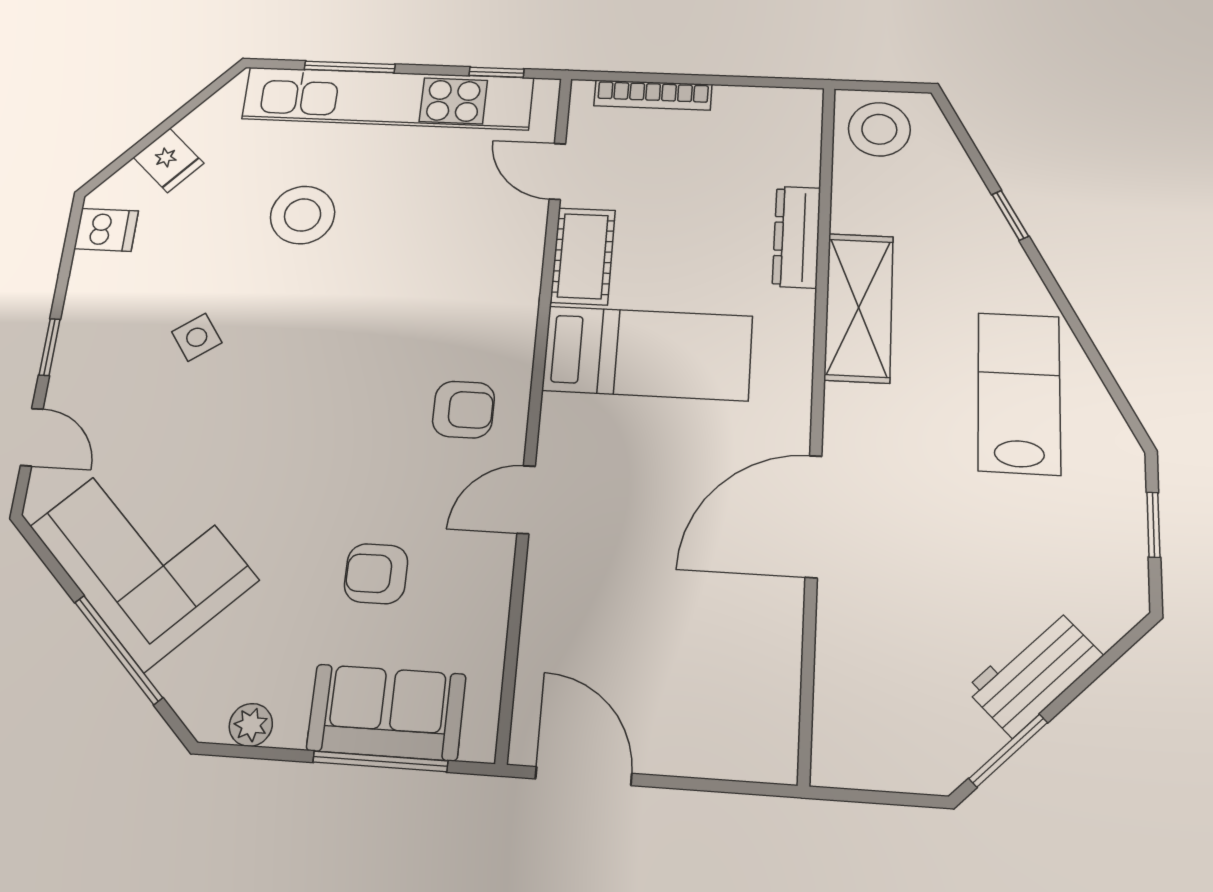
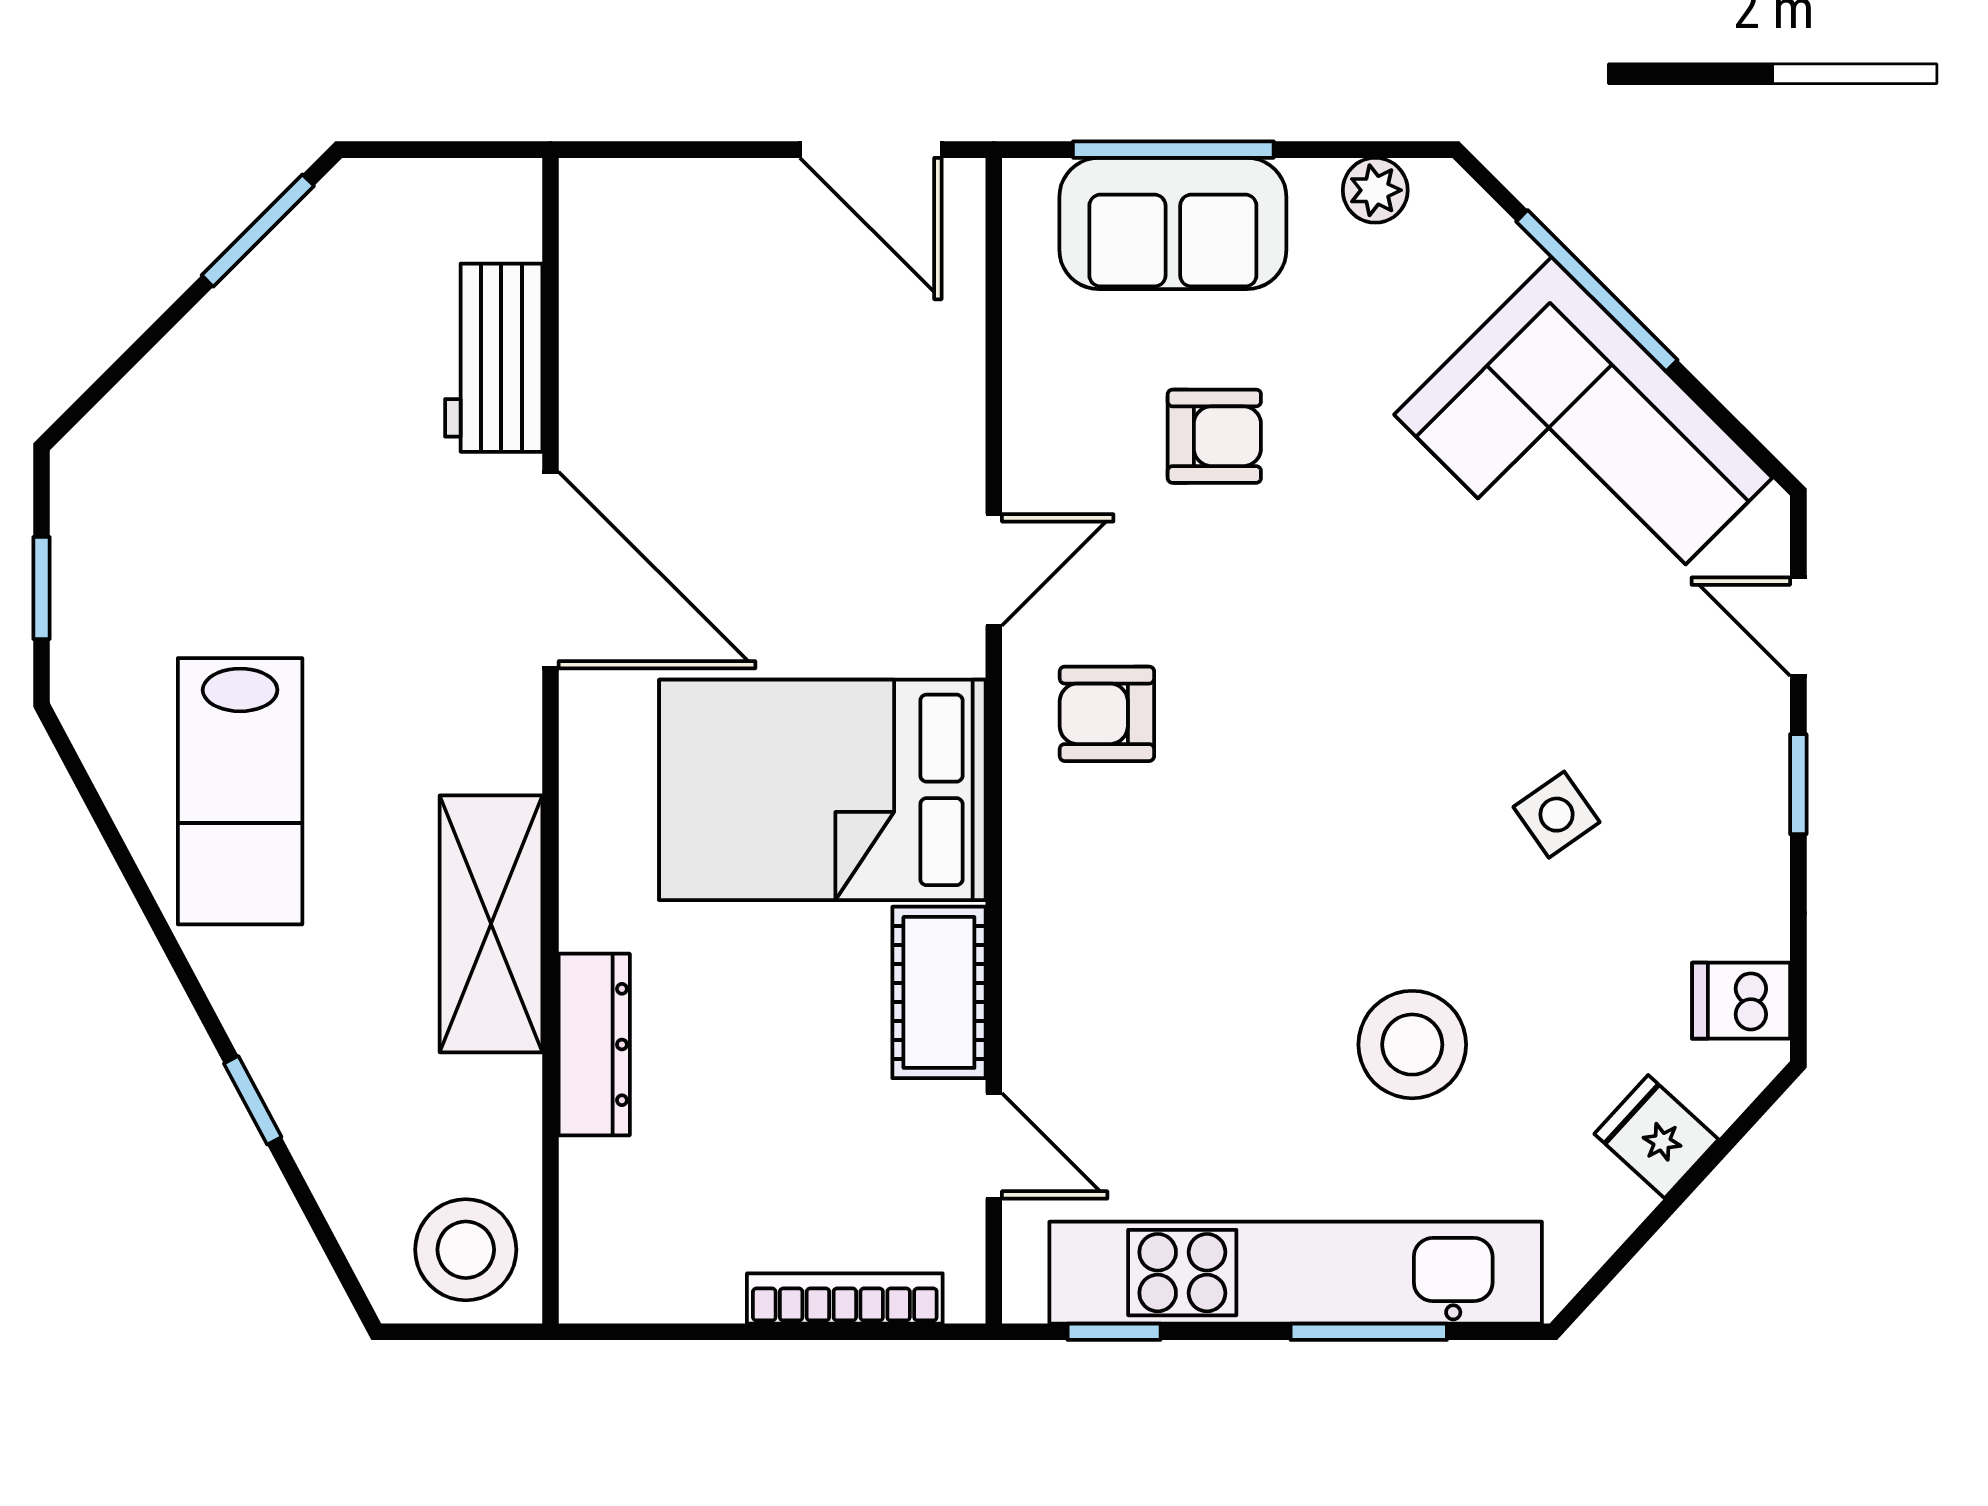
bed: (647, 353) -> (822, 790), width x1.50
door: (813, 516) -> (550, 570), hinge flipped
workbench: (1034, 672) -> (494, 358), moved, turned 135

